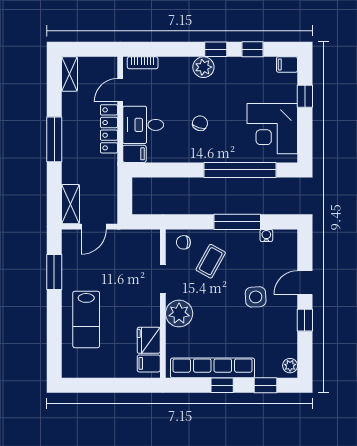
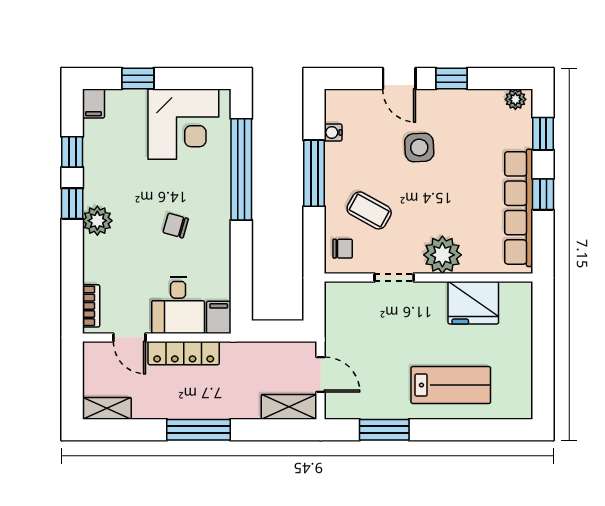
chair: (183, 242) -> (343, 249), turned -90
fridge: (149, 340) -> (473, 303), width x1.36, depth x1.34
filing cabinet: (149, 363) -> (512, 297), removed

